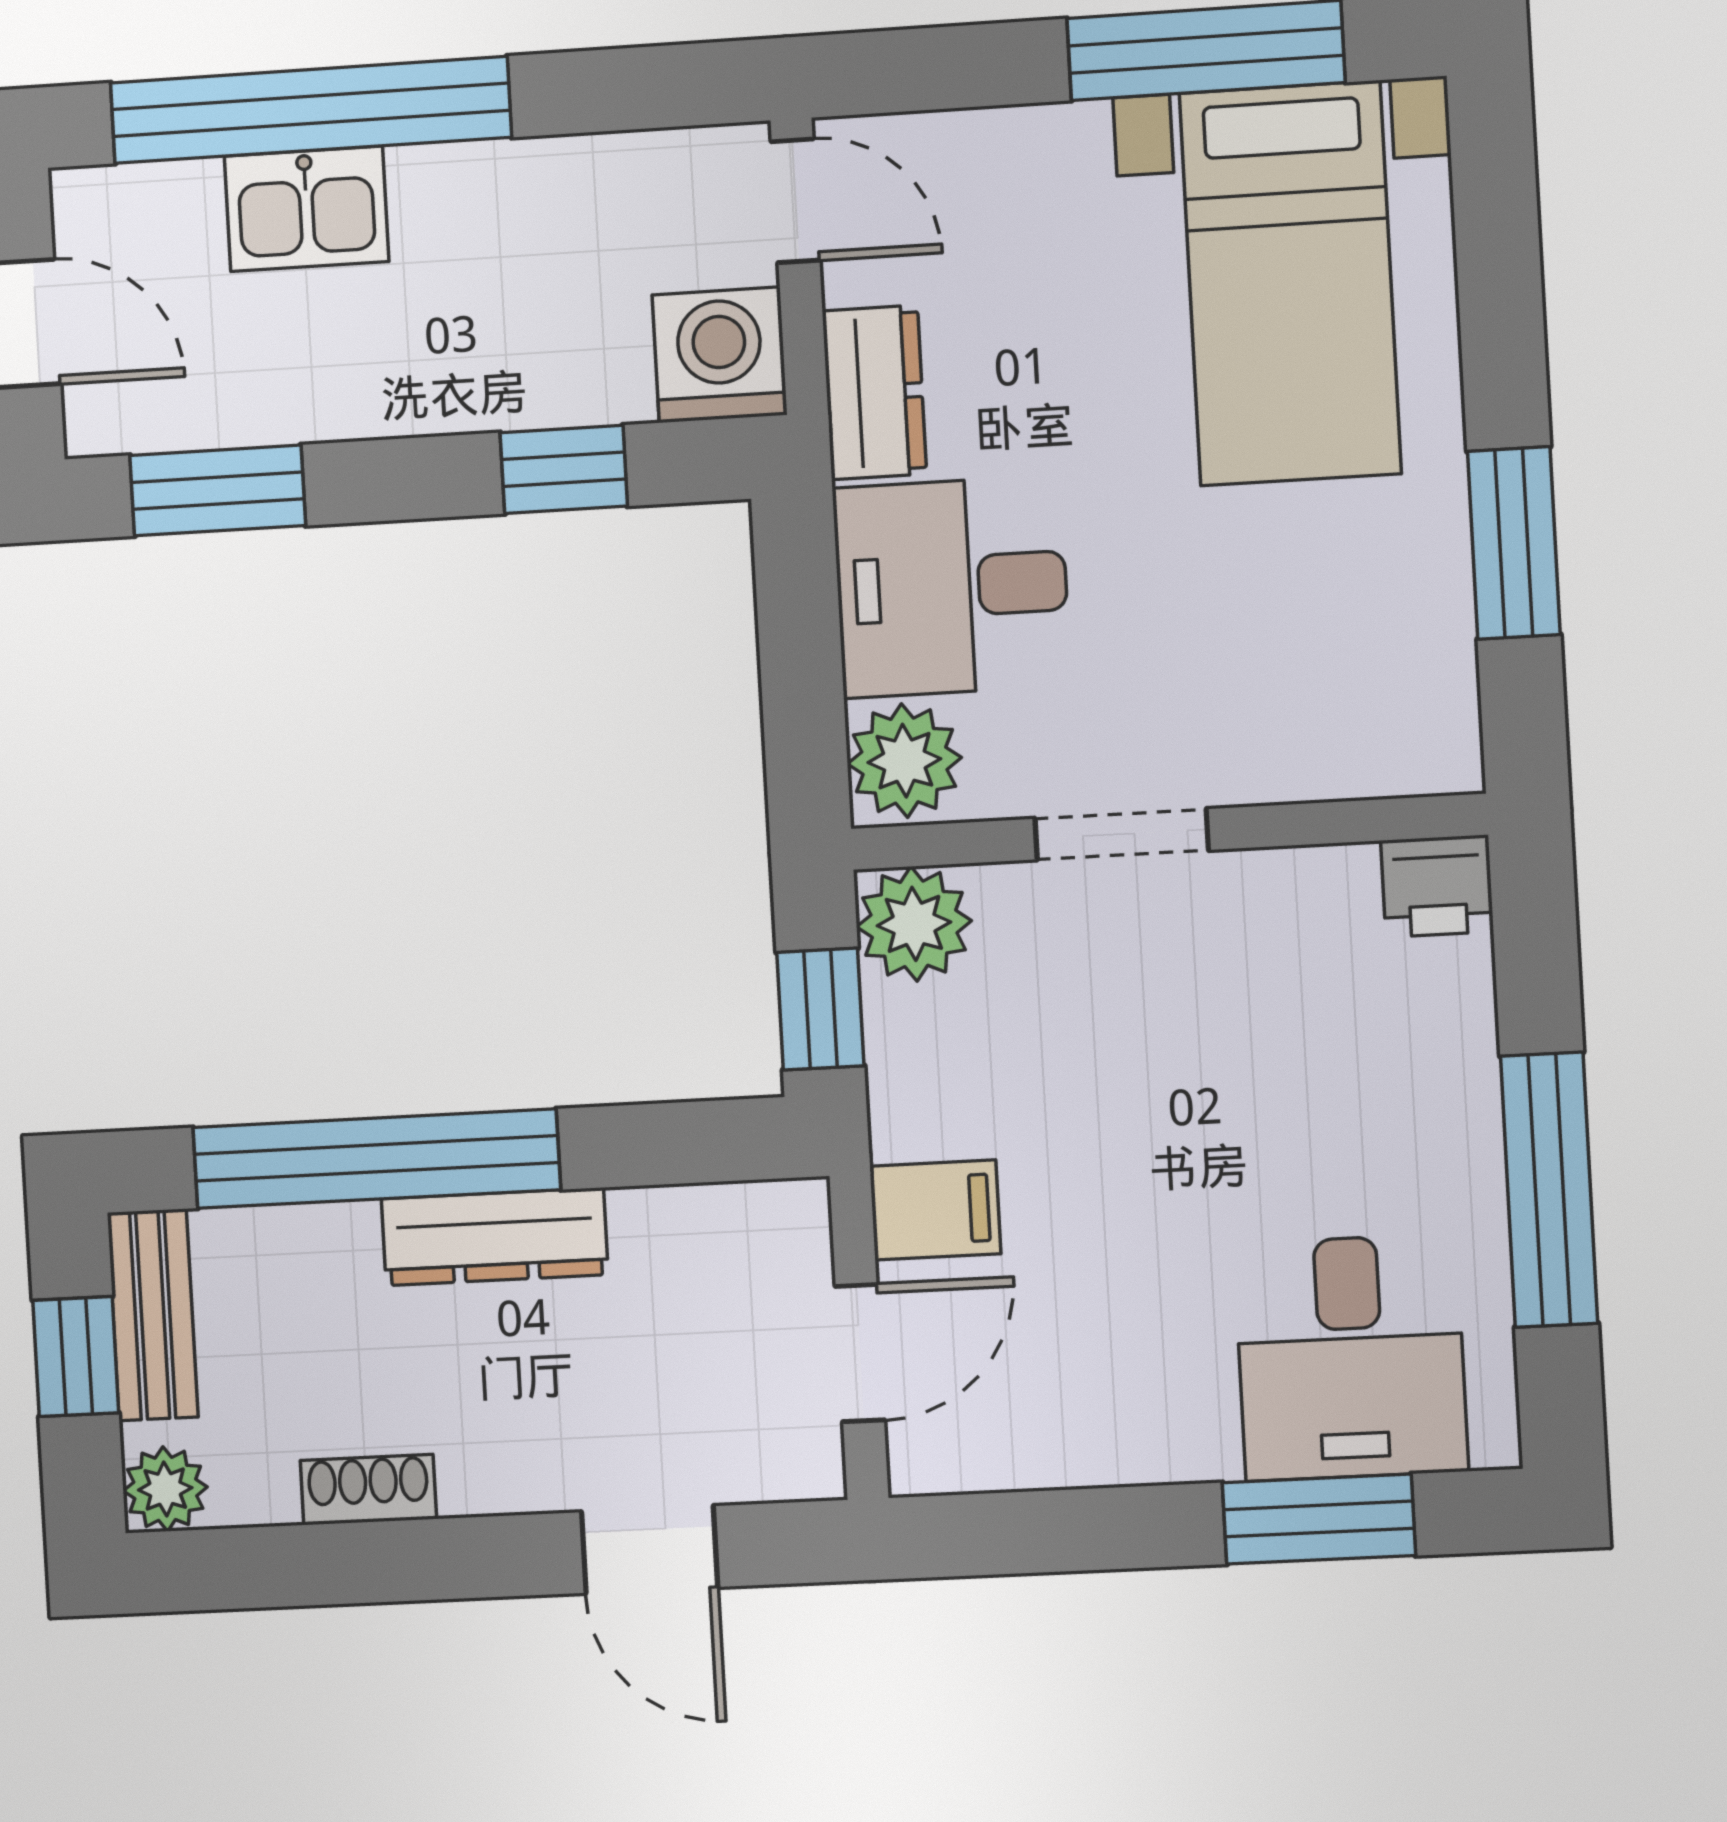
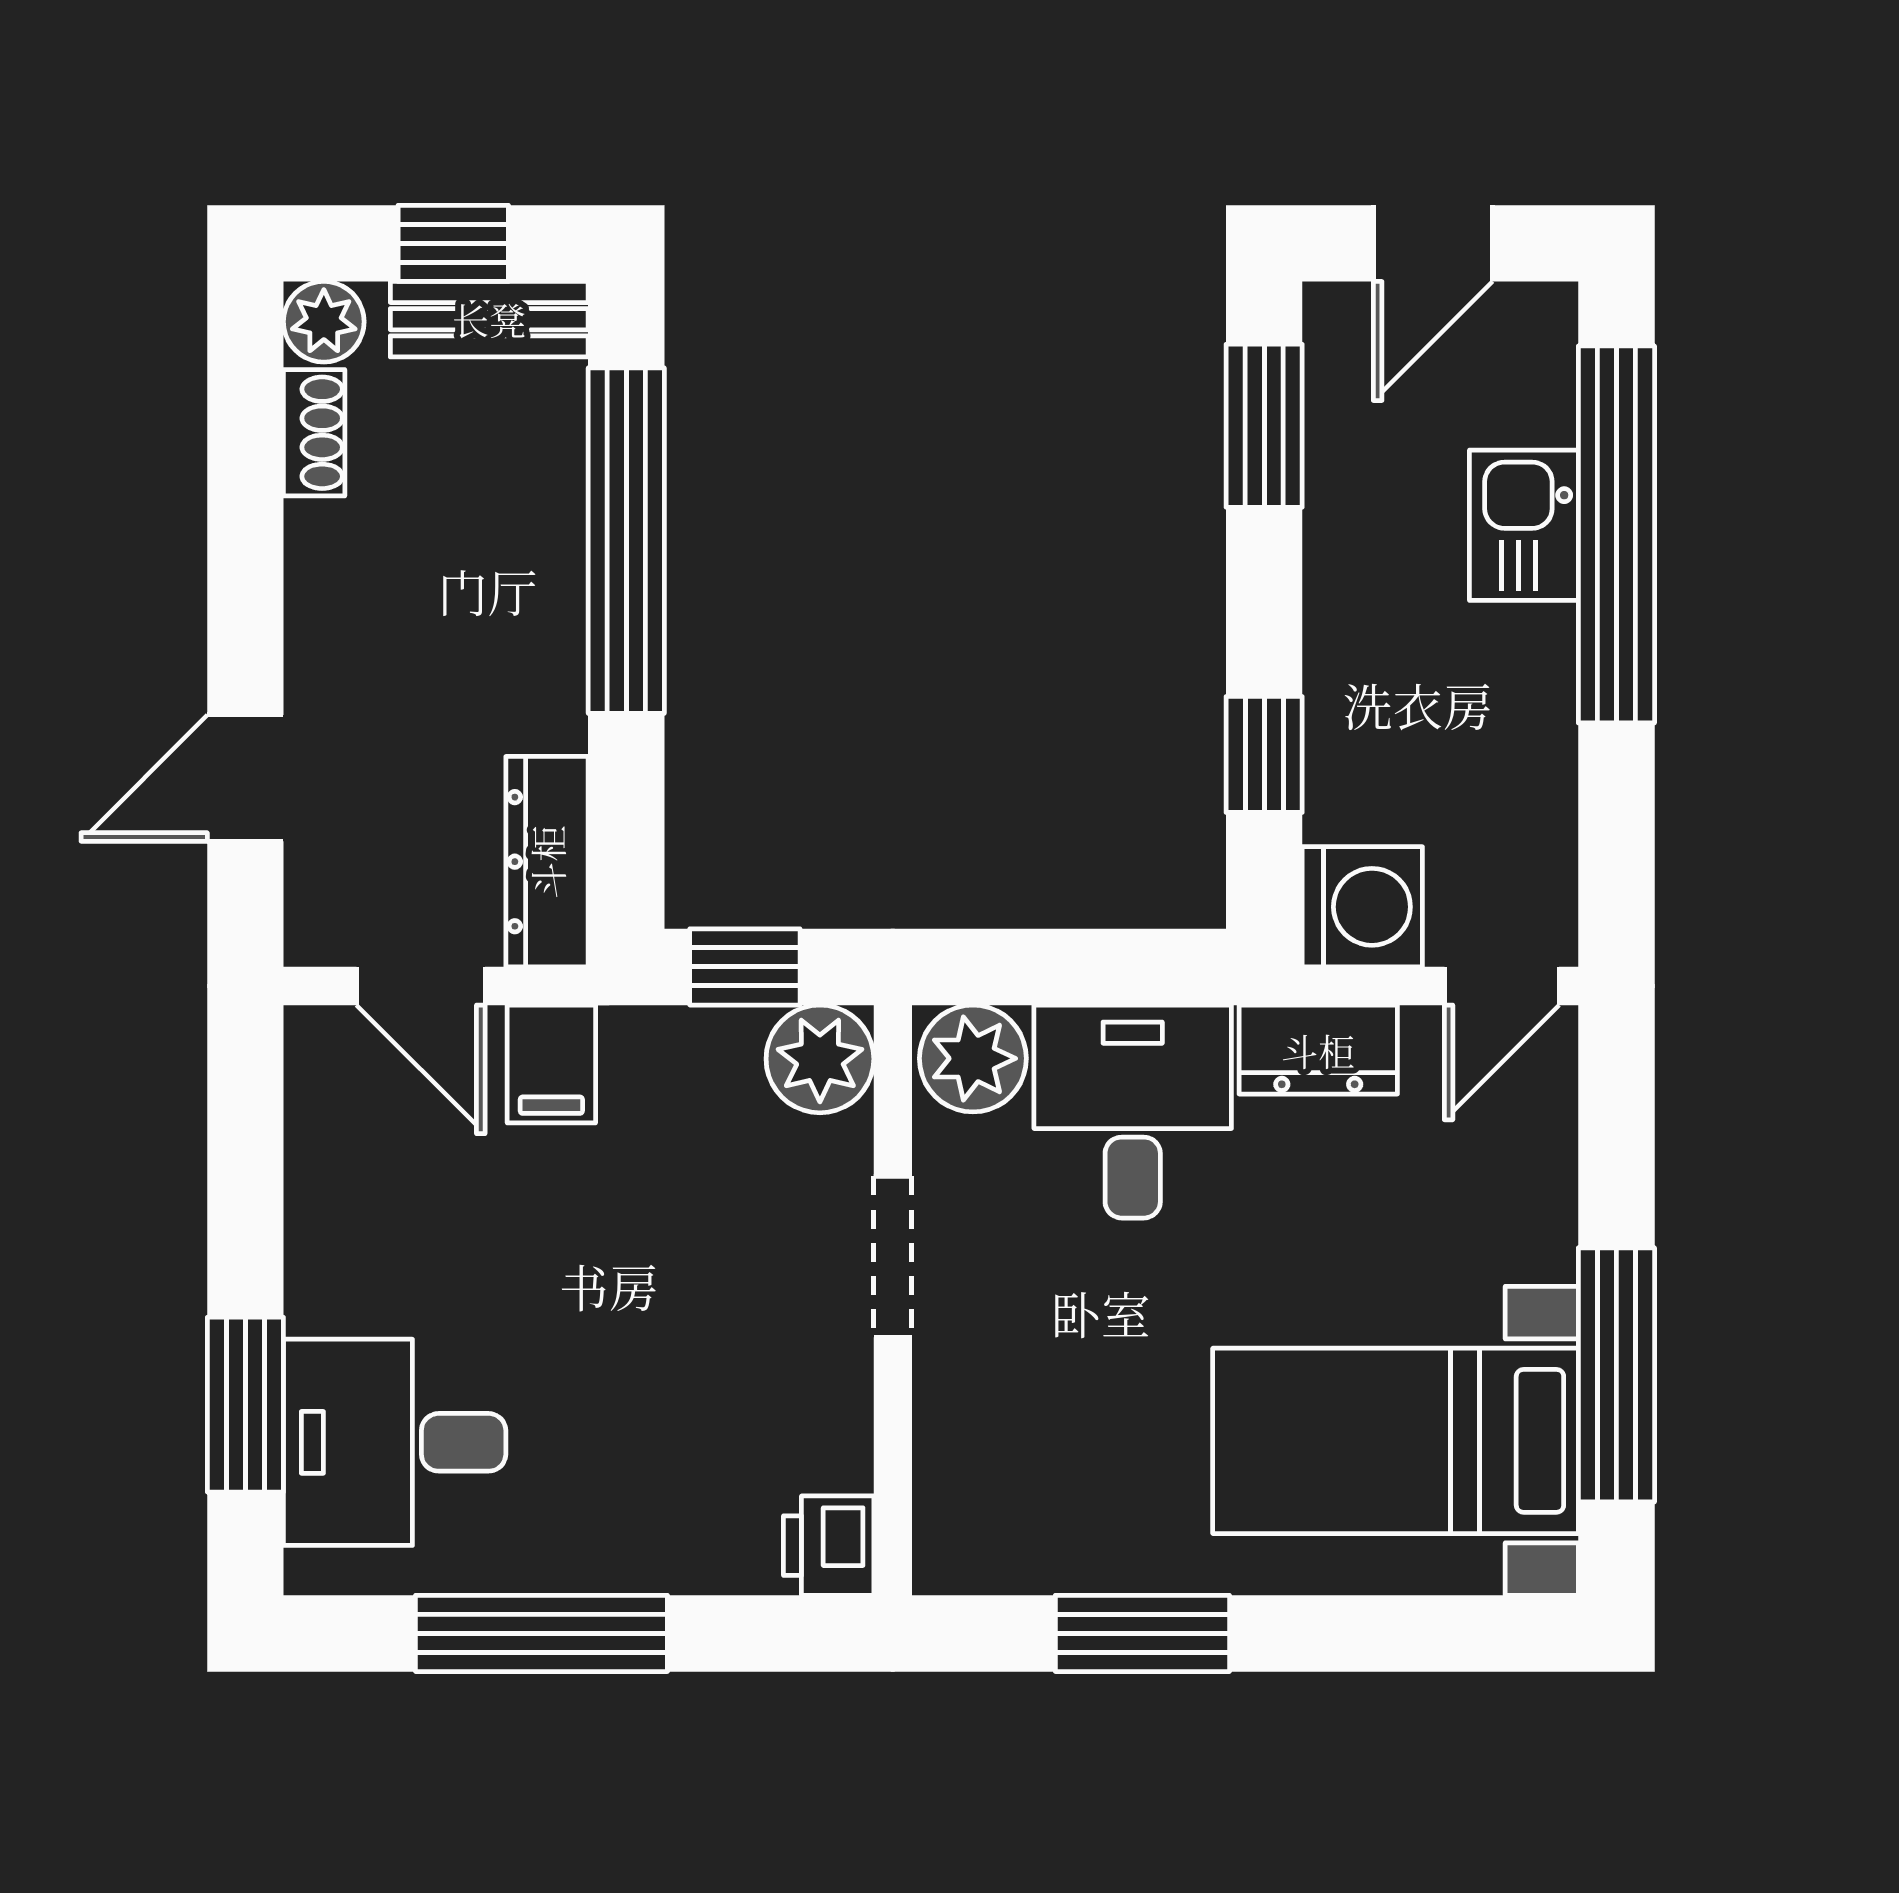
dresser: (495, 1237) -> (547, 862), moved
shoe rack: (368, 1490) -> (314, 433), moved

